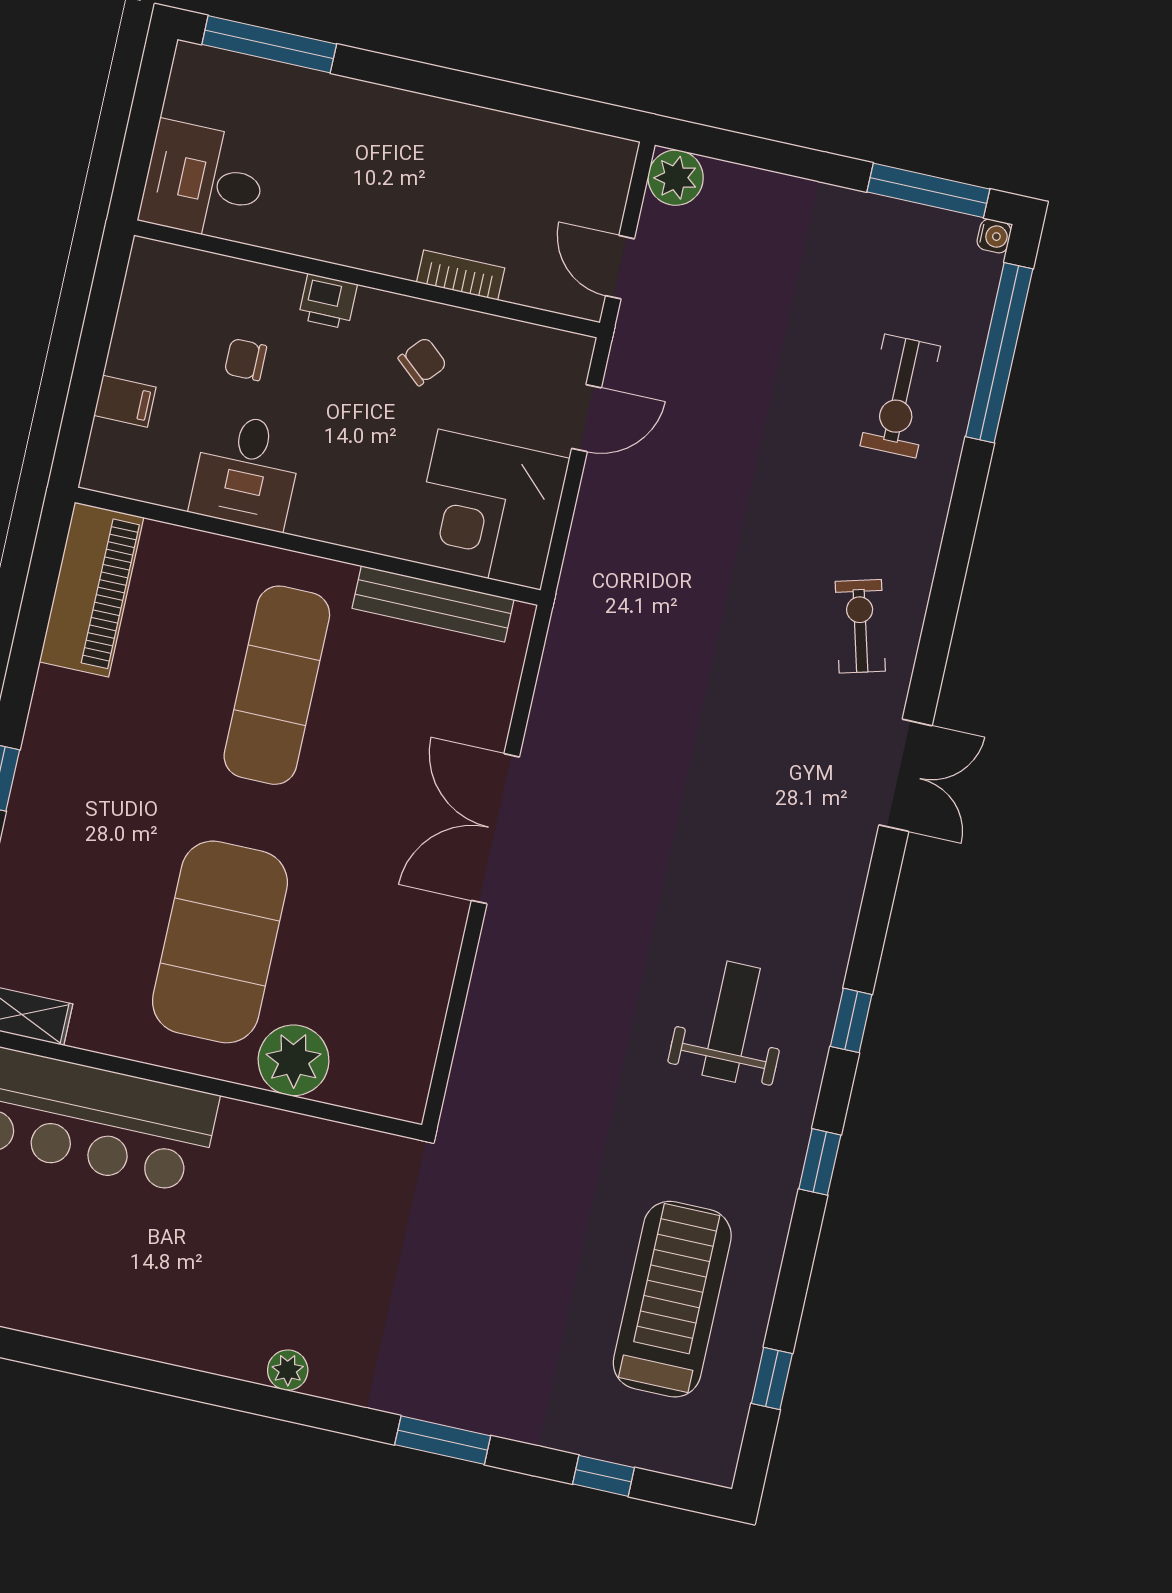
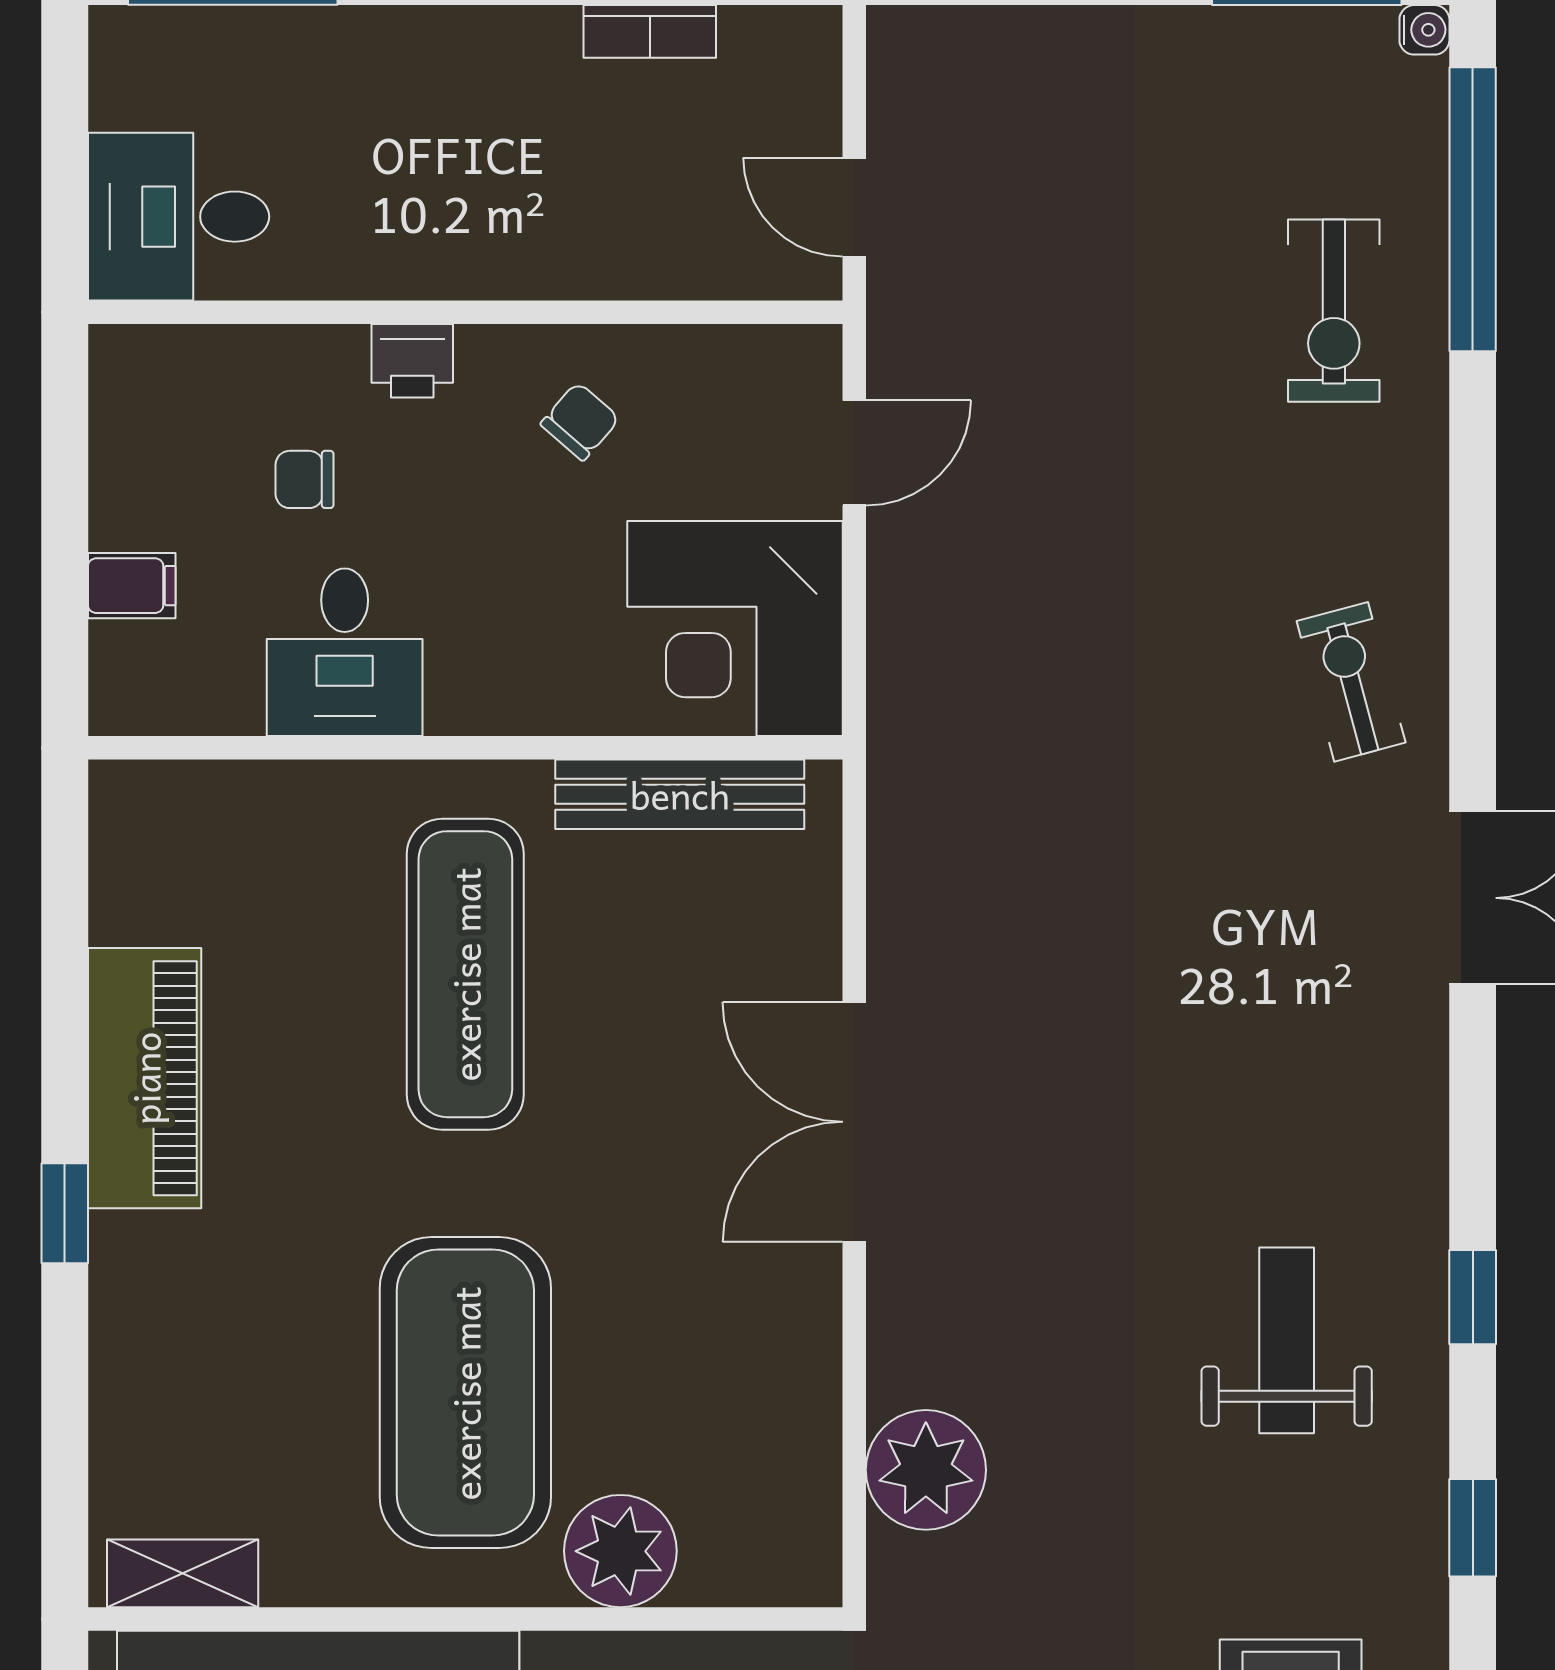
plant: (676, 178) -> (926, 1470), moved, width x1.36, depth x1.36
bookcase: (461, 275) -> (650, 31), moved, turned 180
piano: (92, 590) -> (145, 1078), moved

